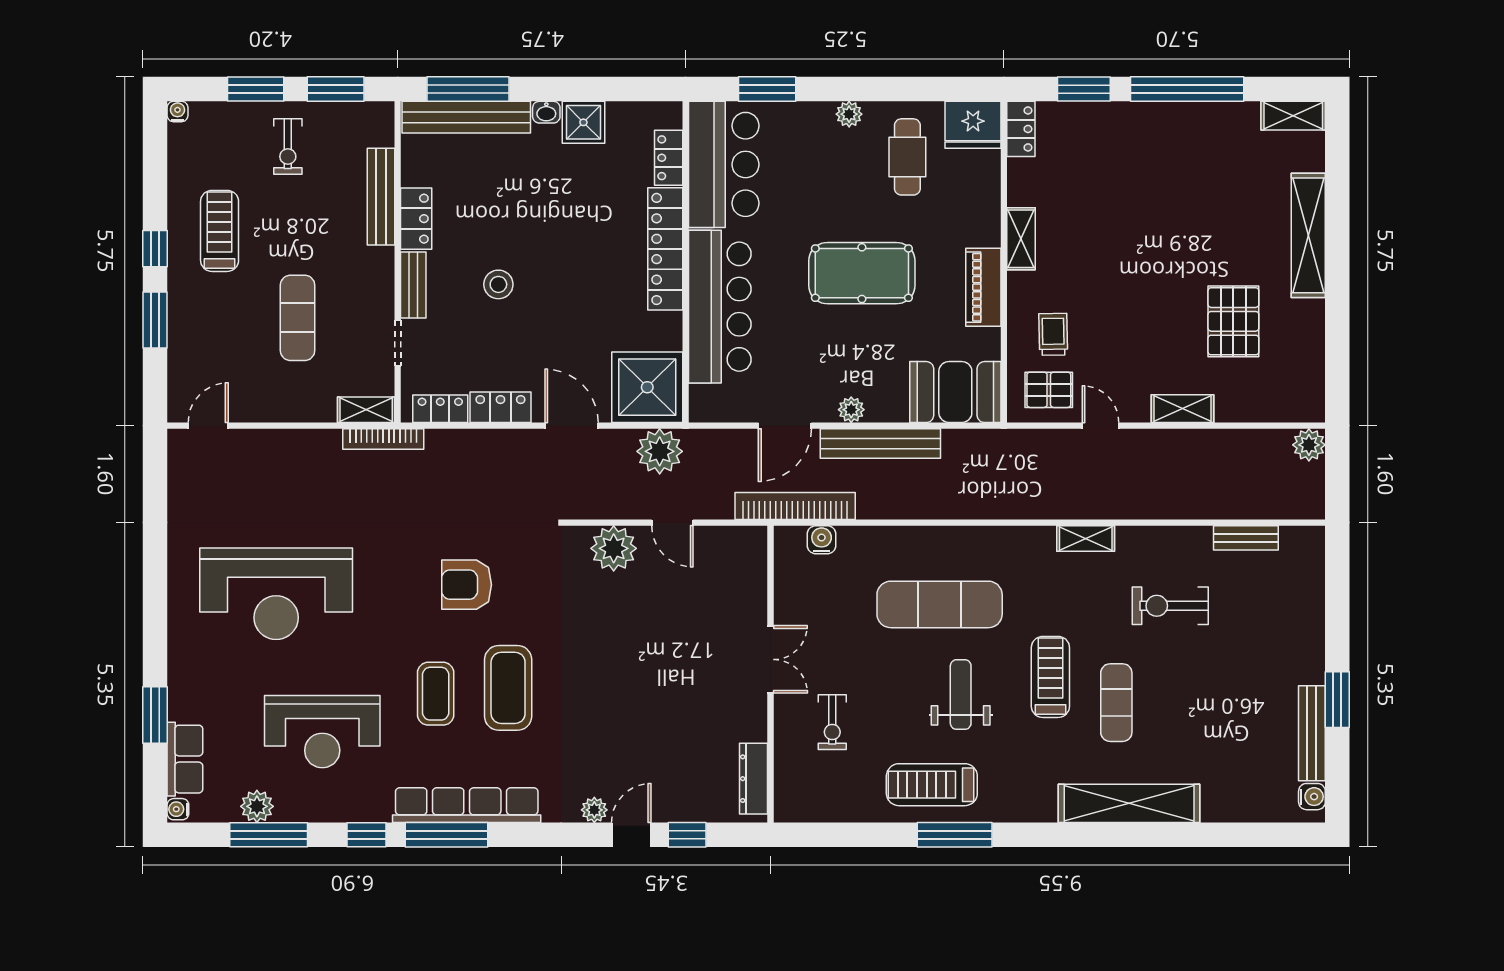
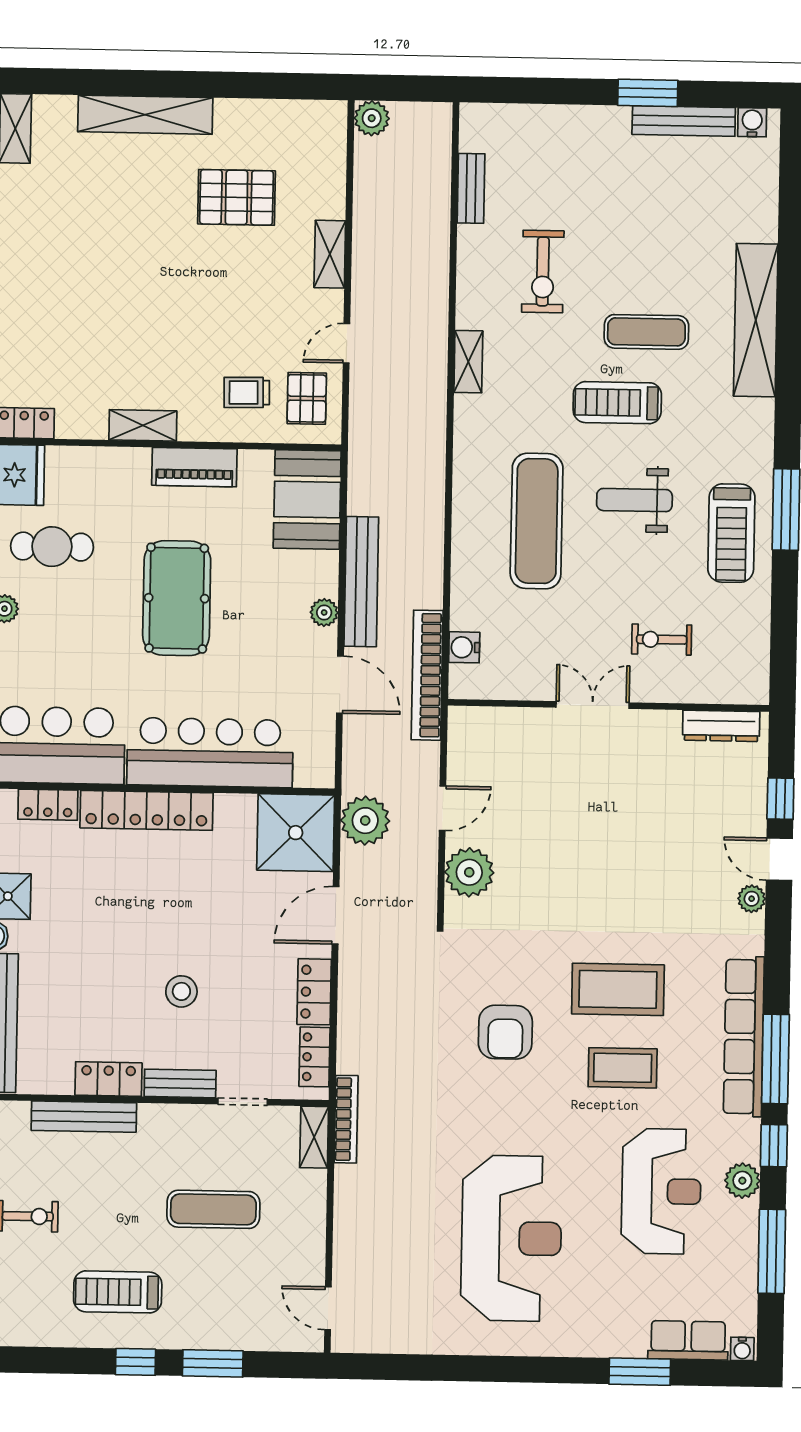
exercise bike: (832, 722) -> (662, 640), turned 180
plant: (257, 806) -> (742, 1181), moved

